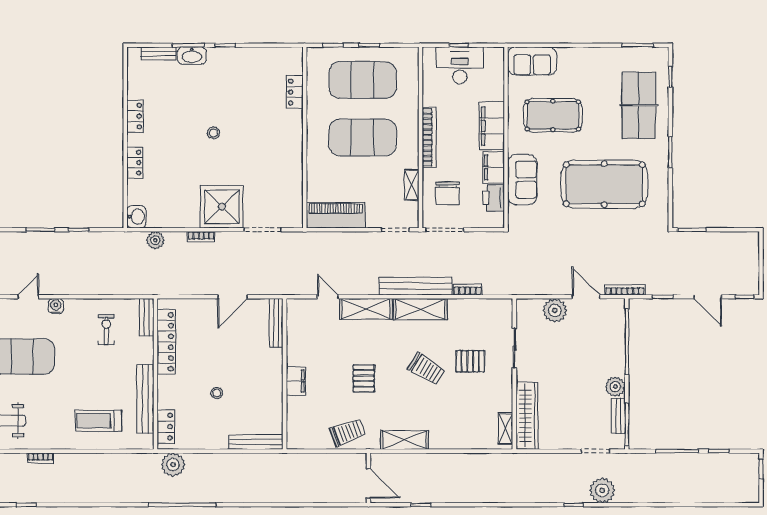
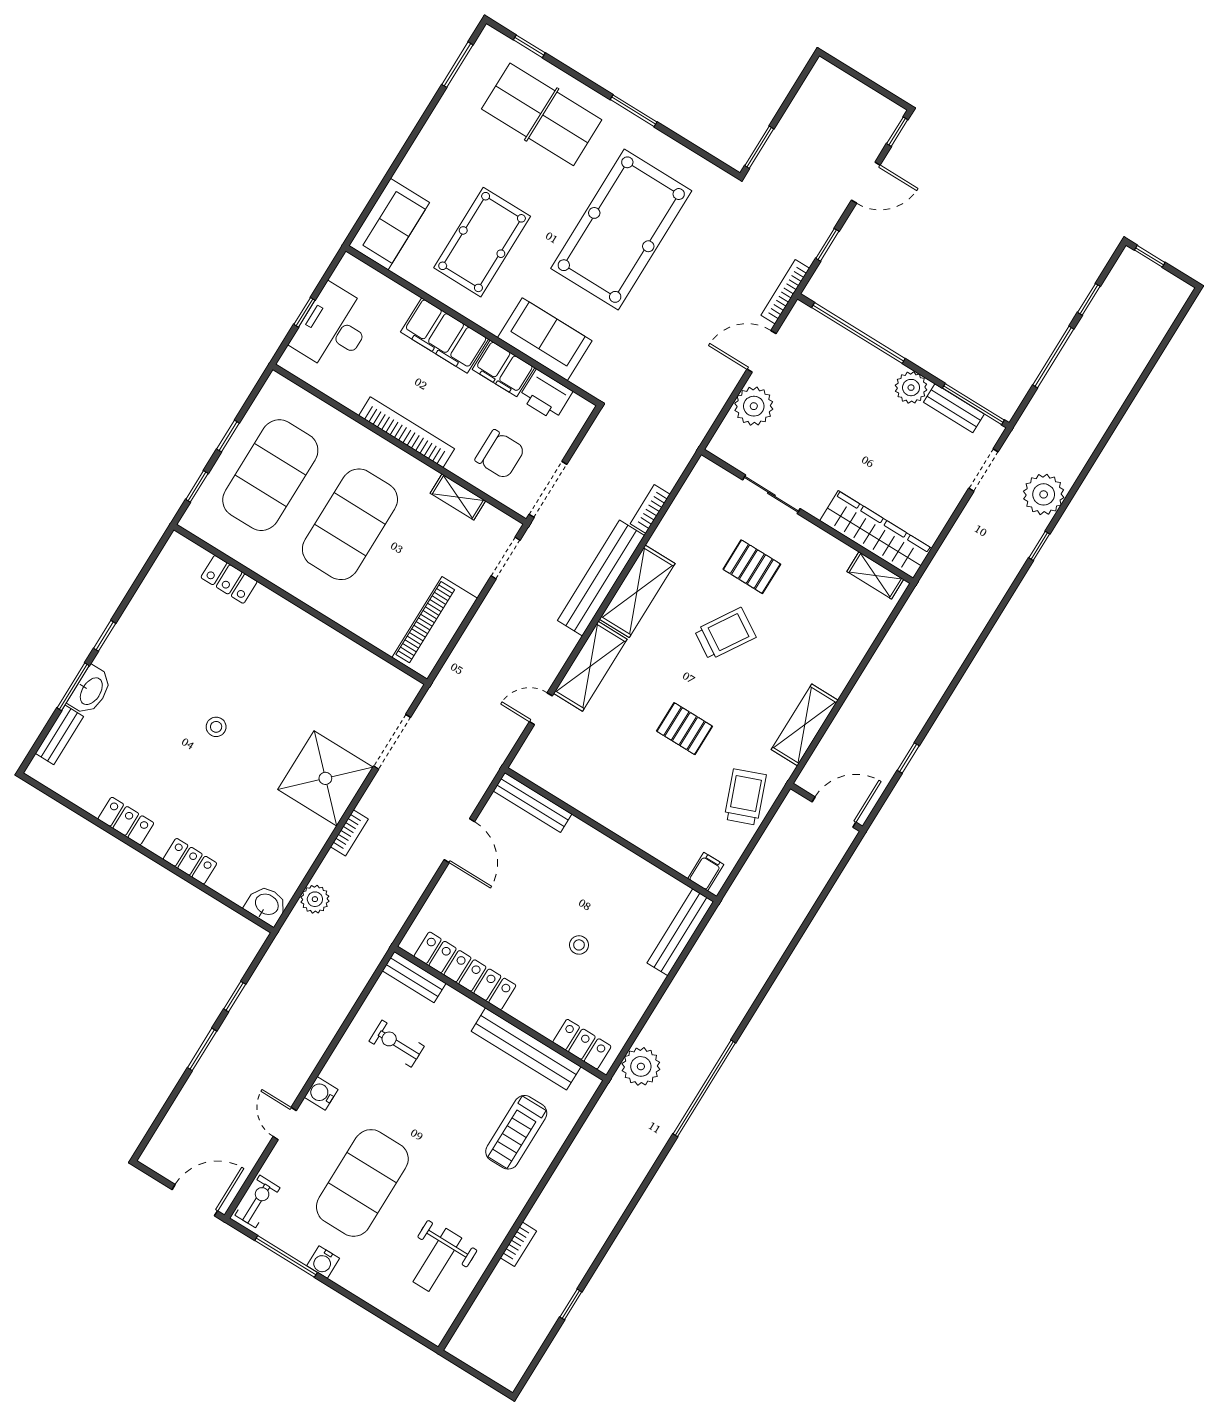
pallet: (470, 361) -> (752, 567), turned 90
filing cabinet: (296, 381) -> (706, 872), moved, width x0.50

